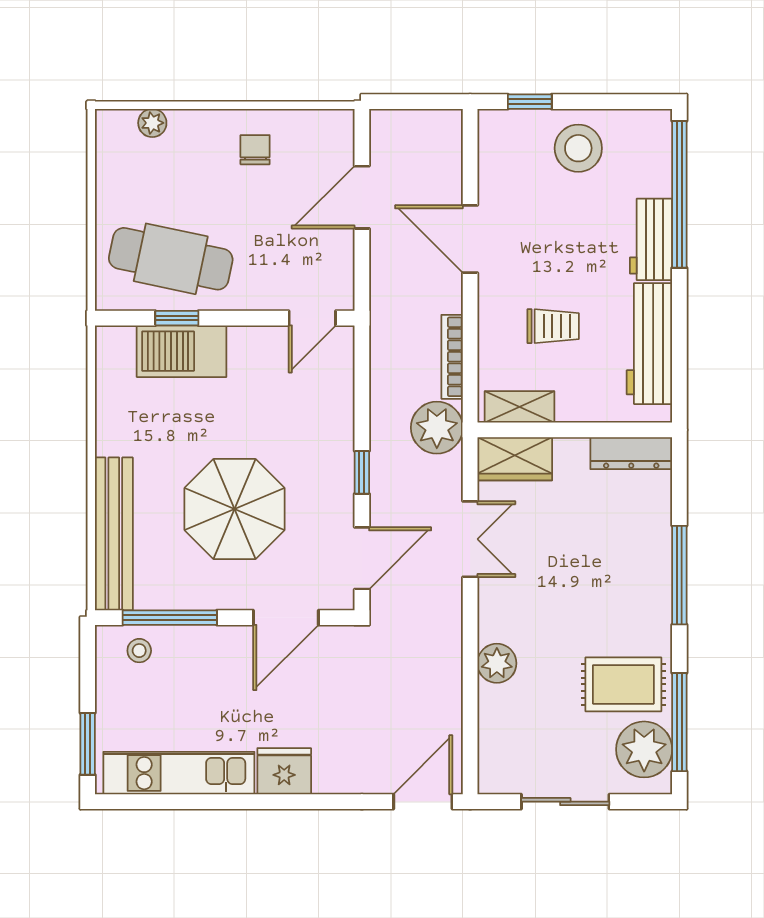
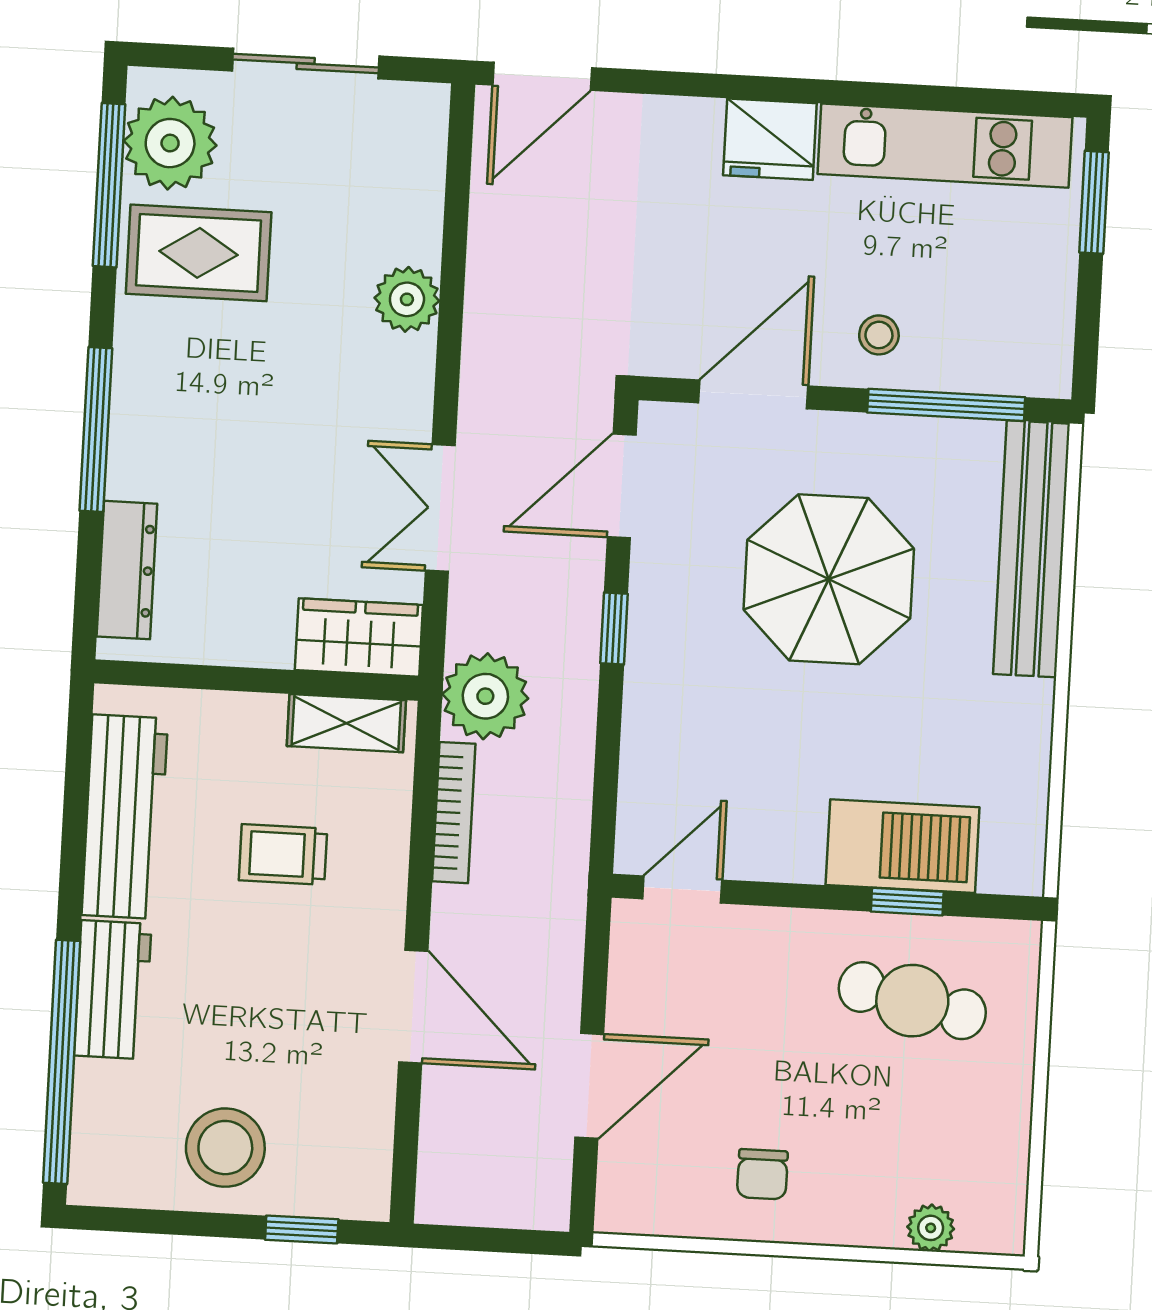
cafe table: (171, 259) -> (912, 1001), width x0.73, depth x0.74
dresser: (631, 453) -> (127, 570), moved, turned 90
stool: (139, 651) -> (879, 335), moved

